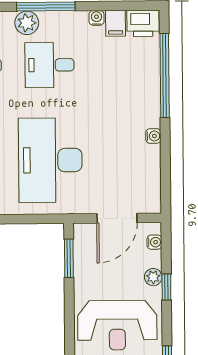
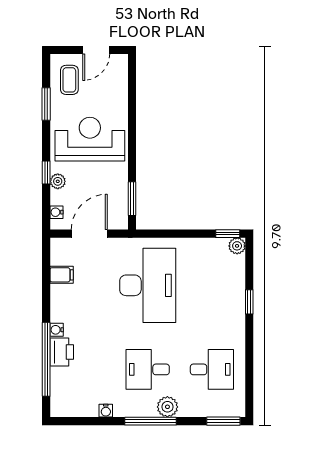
filing cabinet: (116, 23) -> (62, 275), moved, turned 90
printer: (143, 23) -> (62, 352), moved, turned 90
desk: (49, 65) -> (148, 369), turned 180
water cooler: (153, 136) -> (57, 330), moved

